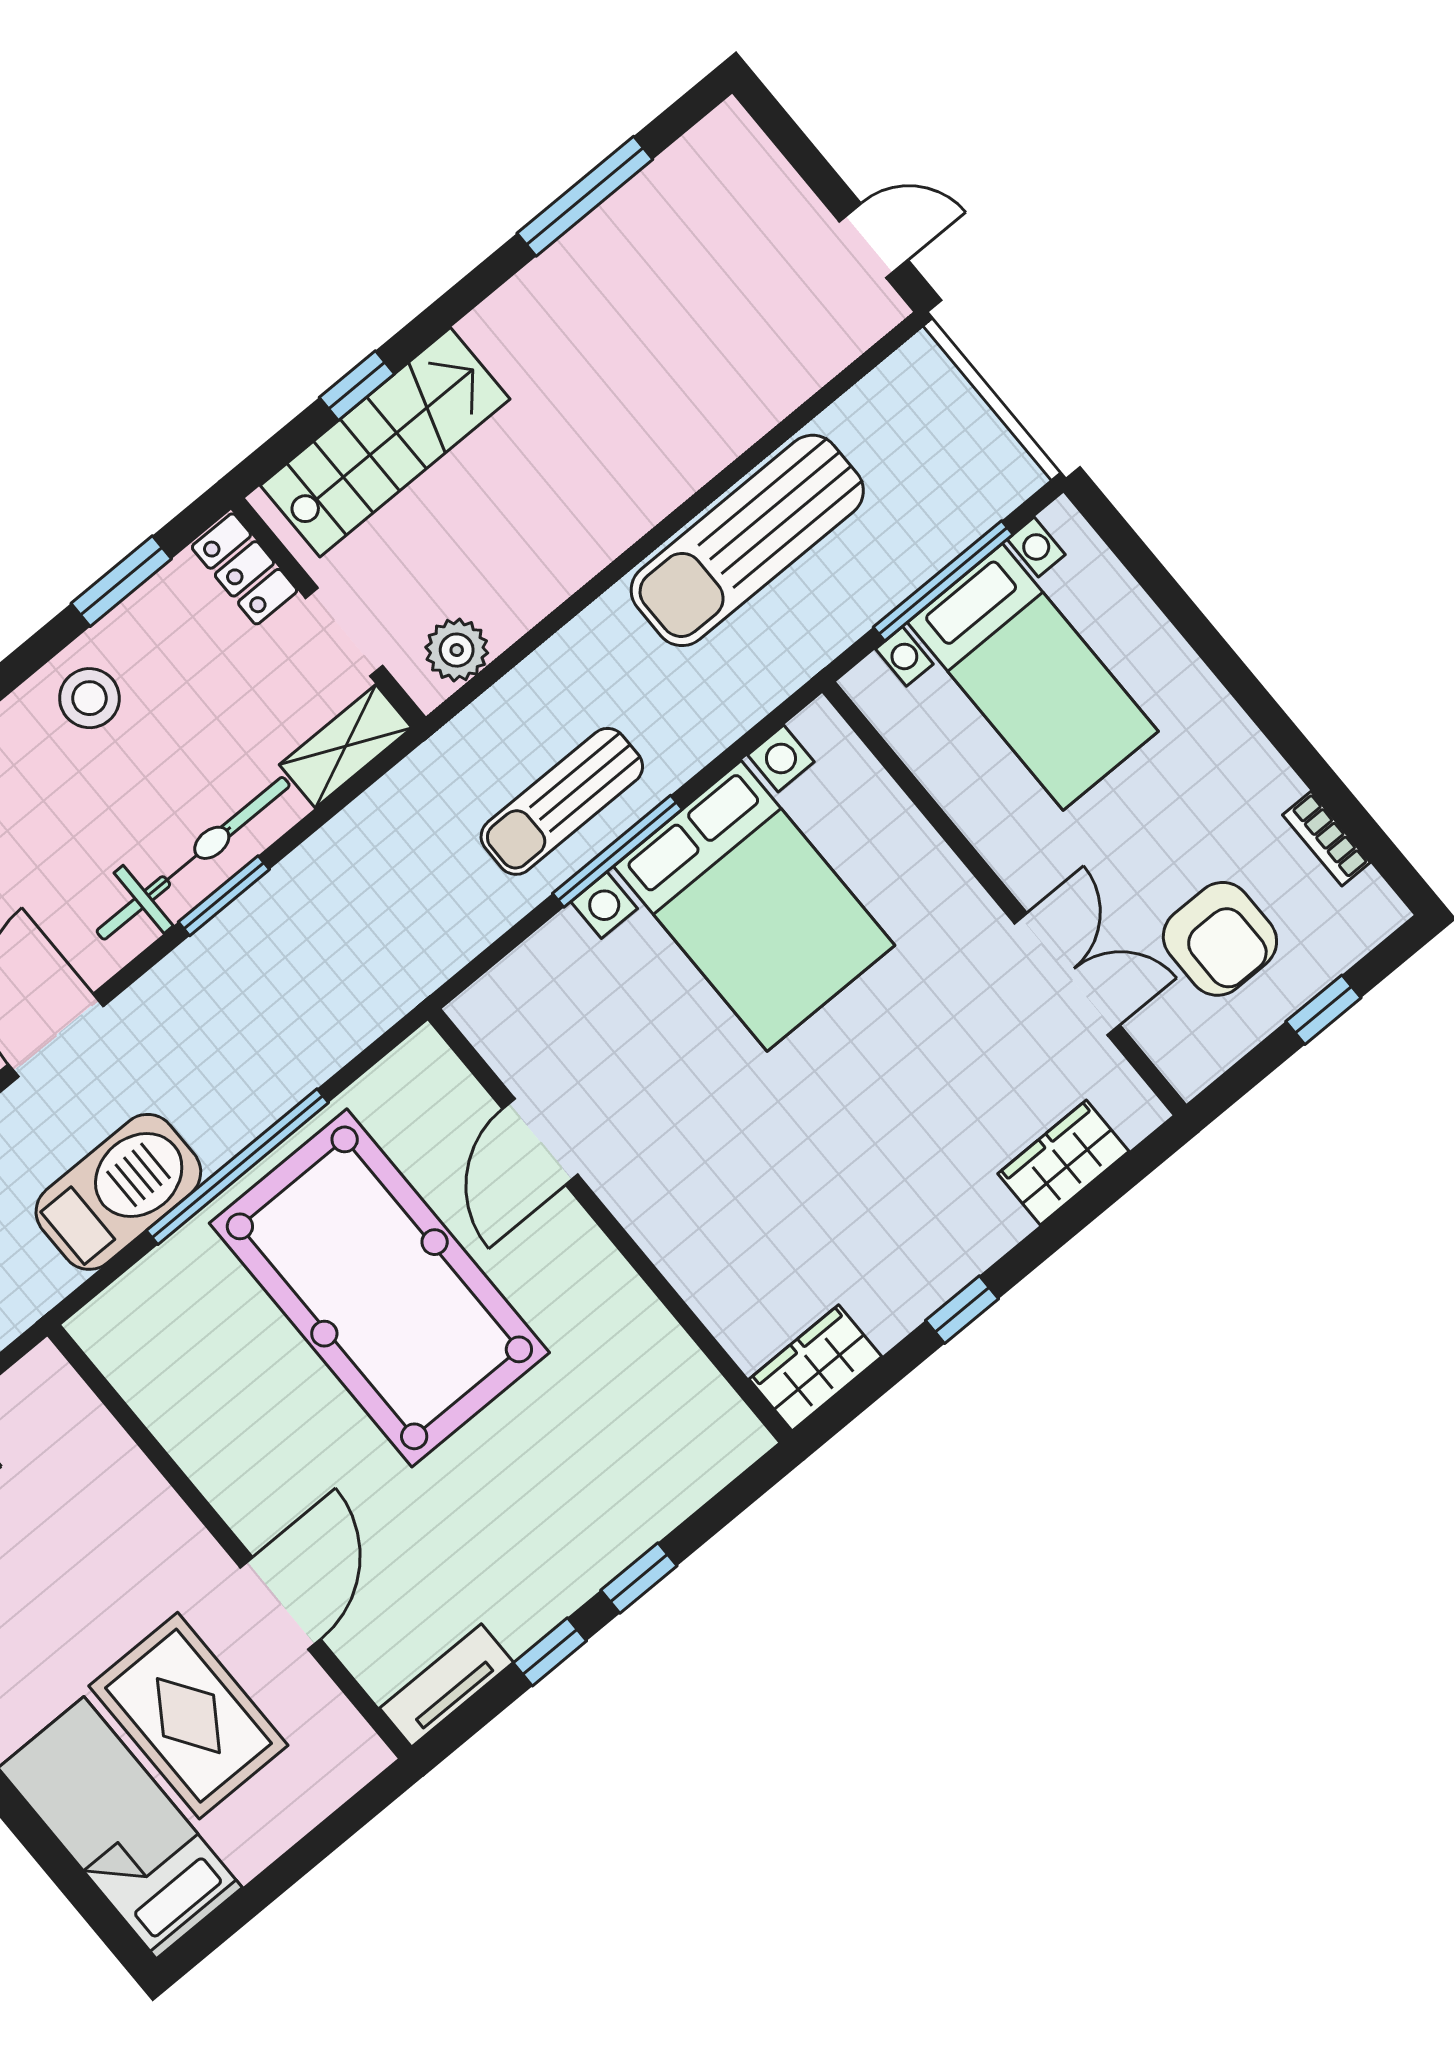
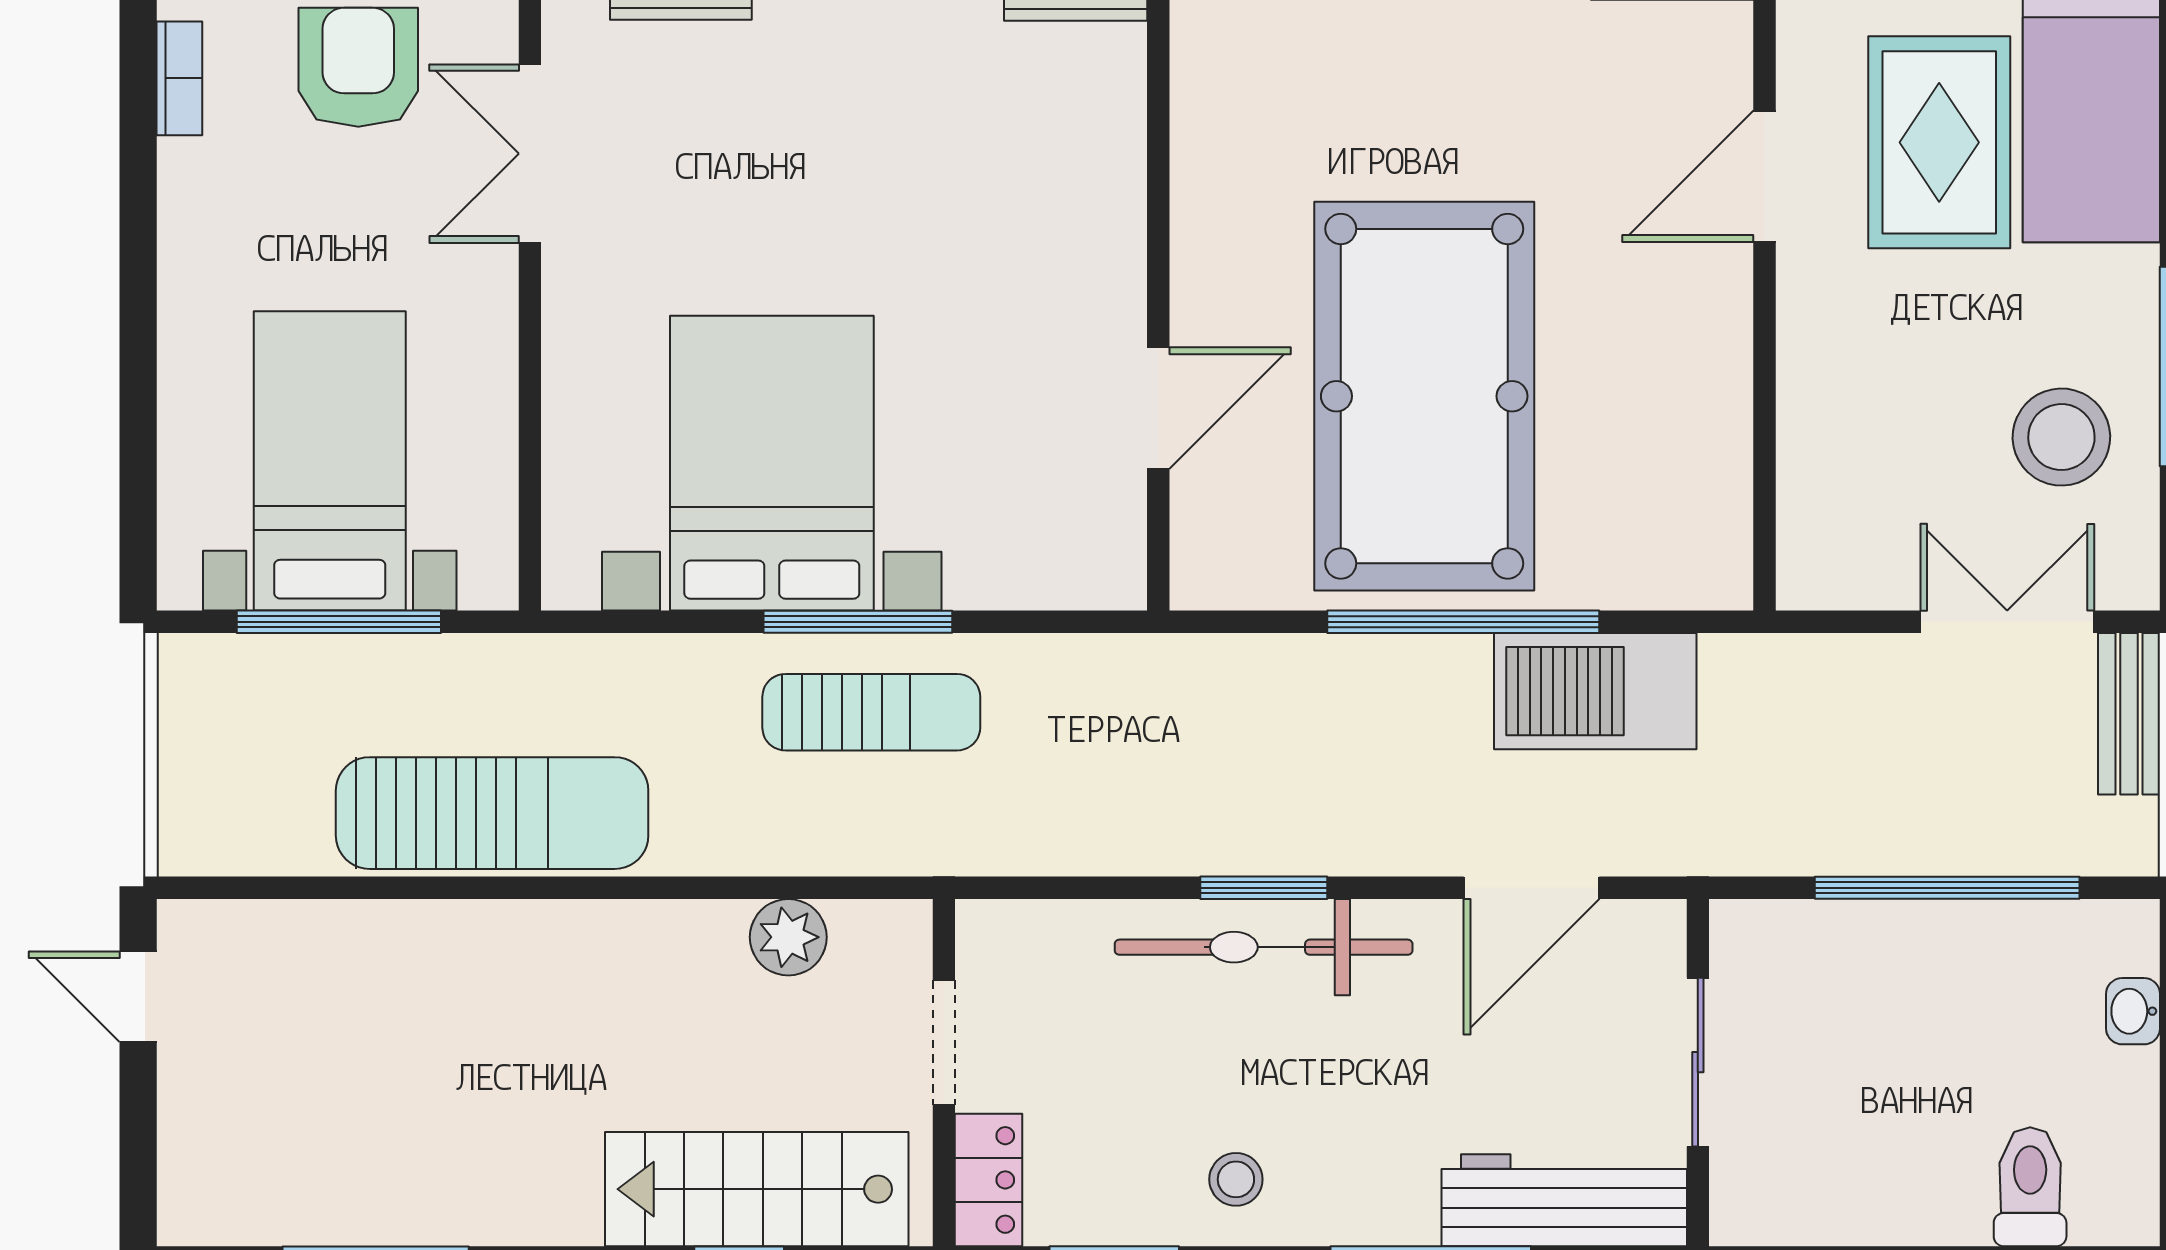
plant: (457, 650) -> (788, 937), moved
stool: (89, 698) -> (1236, 1179), width x0.73, depth x0.73
shelving: (346, 746) -> (1032, 934), removed

